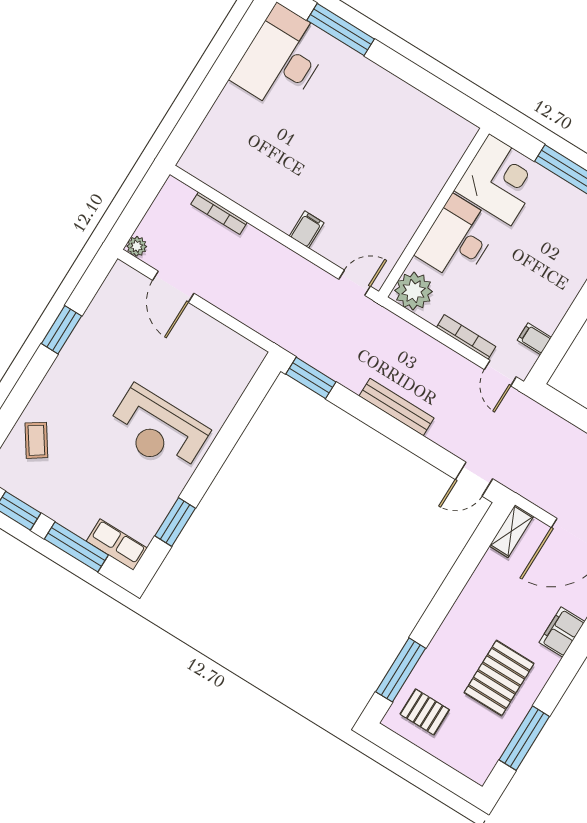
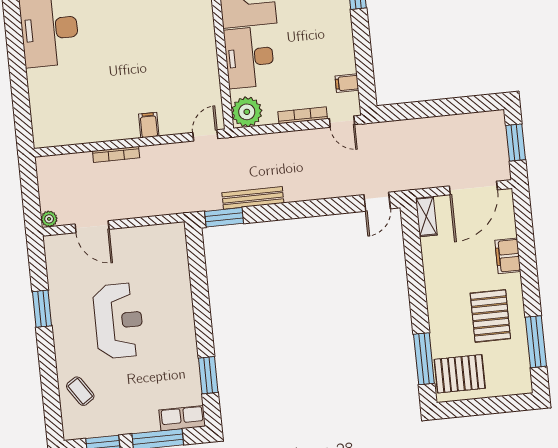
bookcase: (219, 213) -> (116, 154), moved
bench: (397, 407) -> (253, 198), moved
reception desk: (158, 430) -> (119, 321), moved, turned -90
pallet: (425, 712) -> (460, 374), width x1.50, depth x1.42

